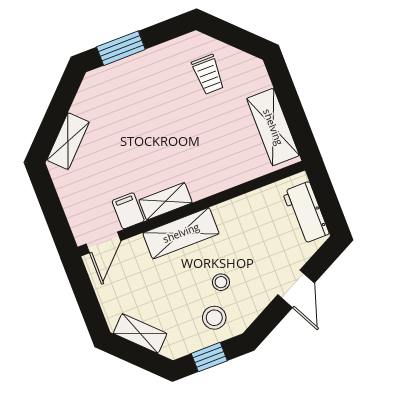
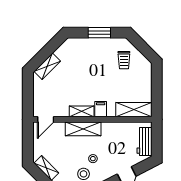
window: (121, 48) -> (99, 33), moved
shelving: (273, 127) -> (134, 110), moved, turned 90
filing cabinet: (128, 211) -> (101, 109), moved

